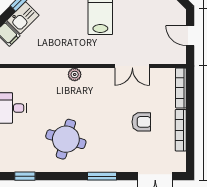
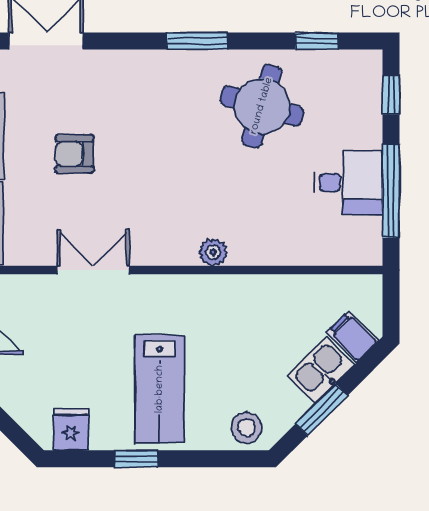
round table: (66, 139) -> (262, 106), moved
window: (102, 176) -> (197, 41), moved

